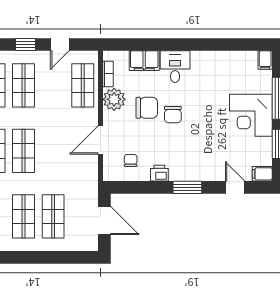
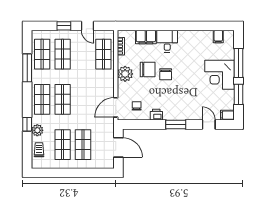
door: (60, 45) -> (88, 26), hinge flipped
filing cabinet: (265, 60) -> (218, 37), moved
plant: (114, 99) -> (125, 74), moved
door: (100, 140) -> (116, 107), moved

